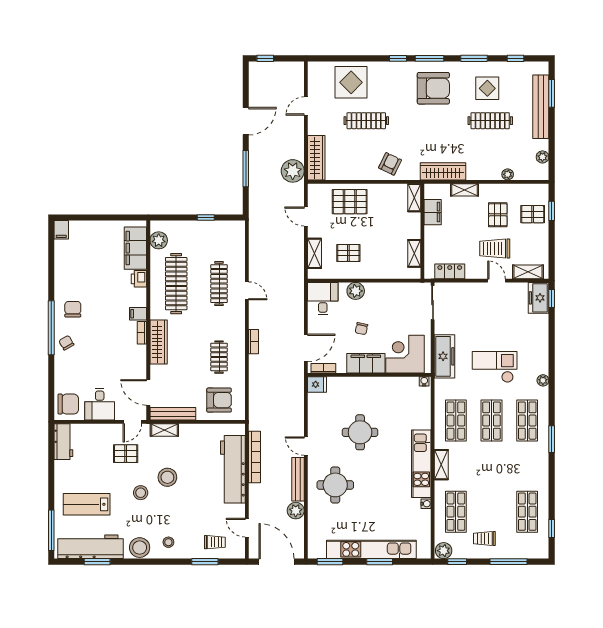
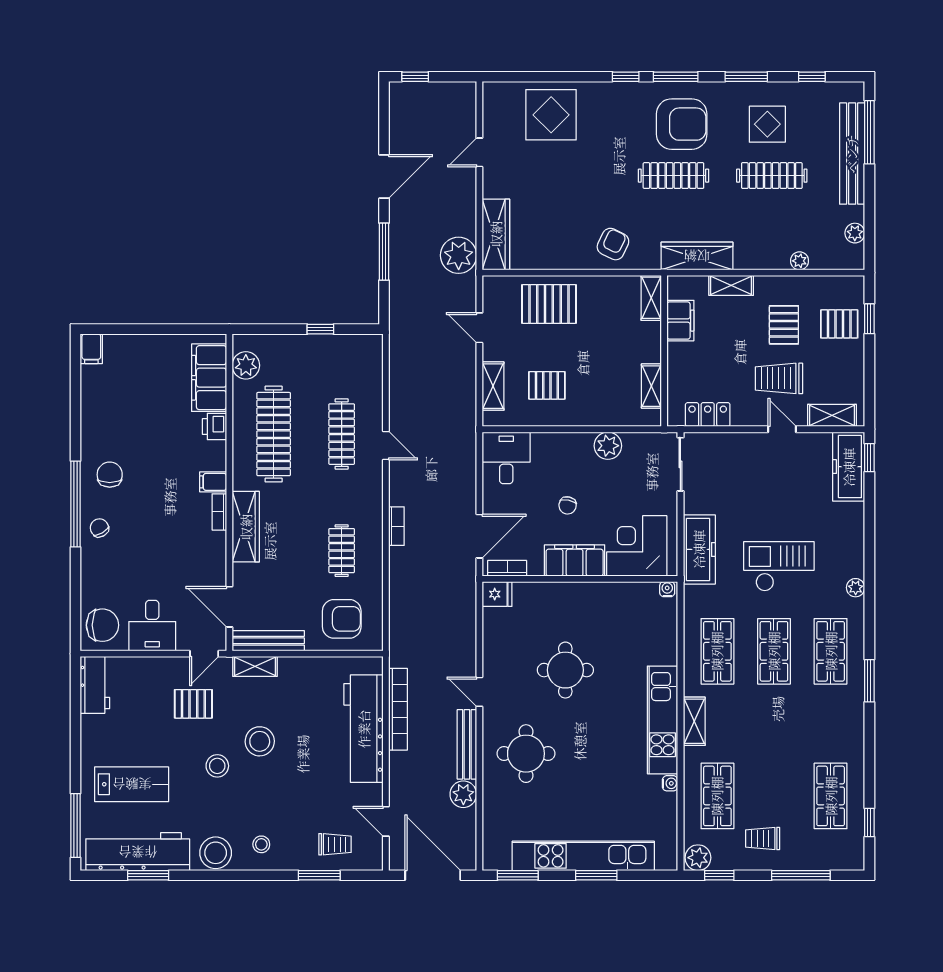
window: (552, 93) -> (869, 132), width x1.44
clothes rail: (366, 121) -> (673, 176), moved
plant: (356, 291) -> (608, 446), moved
freezer: (539, 298) -> (849, 467), width x1.40
lab bench: (87, 504) -> (132, 784), turned 180

